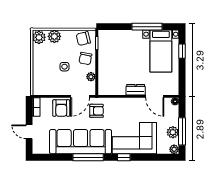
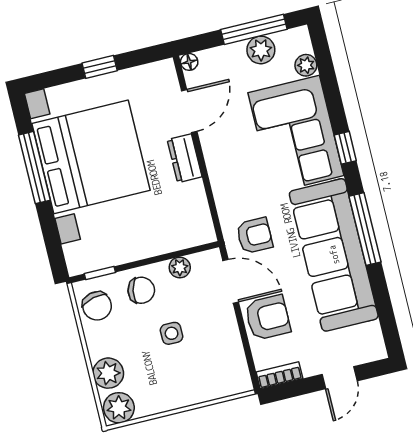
bed with nightstands: (161, 51) -> (91, 157), width x1.85
window: (182, 51) -> (100, 67), moved
armchair: (97, 111) -> (254, 236), turned 90
plant: (174, 149) -> (306, 65), moved

